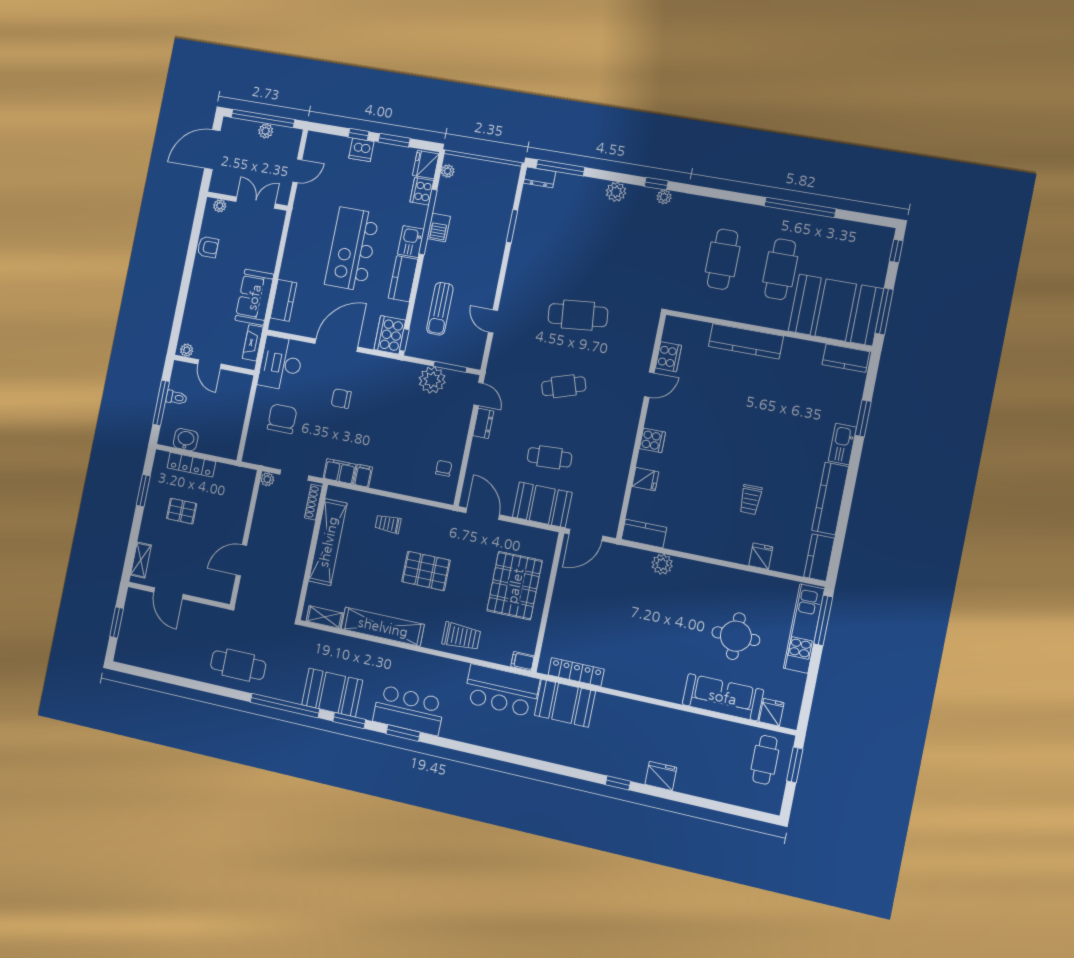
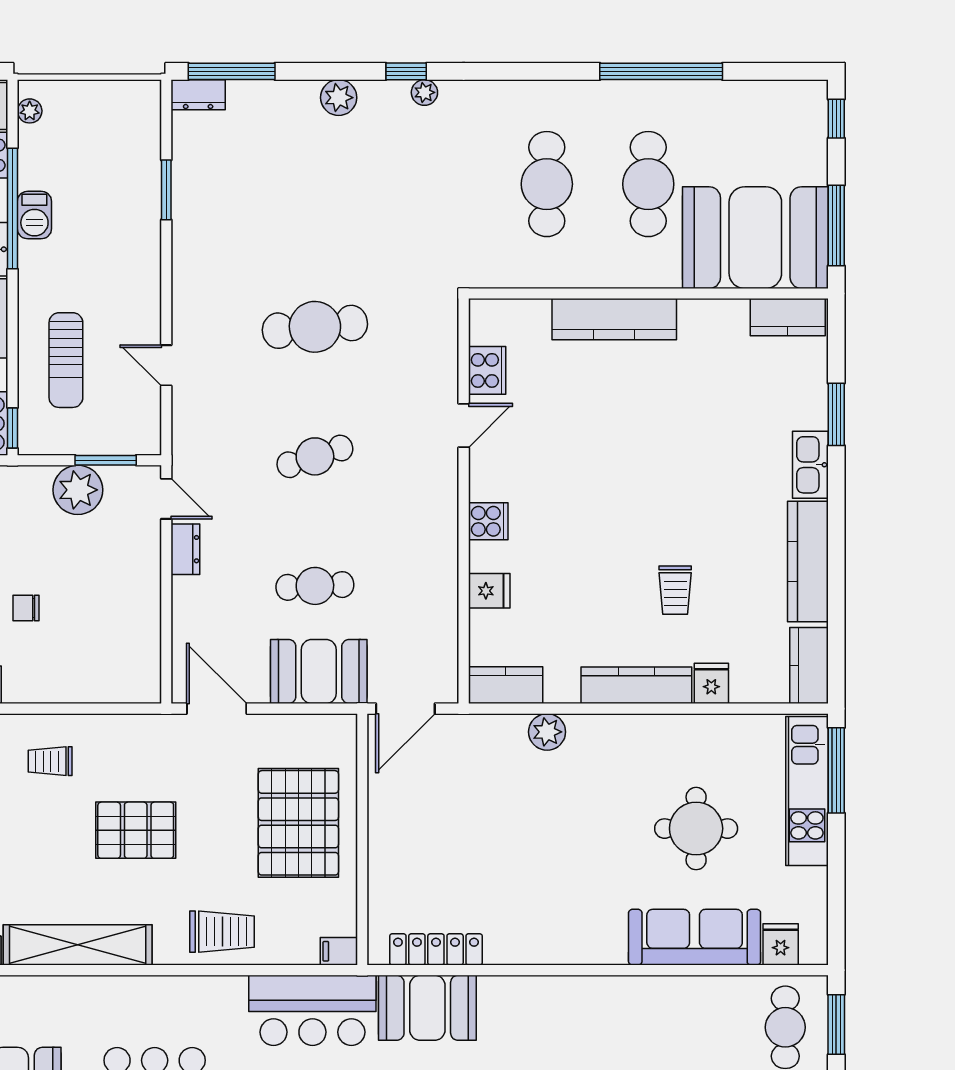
chair: (444, 468) -> (26, 608), moved, turned -90
kitchen counter: (718, 549) -> (636, 685), added

